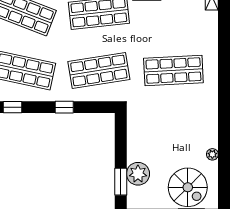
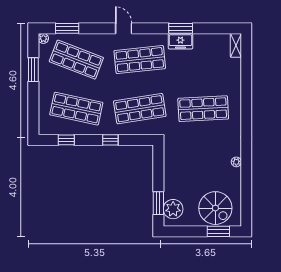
plant: (212, 154) -> (236, 162), moved
plant: (138, 174) -> (173, 209), moved

